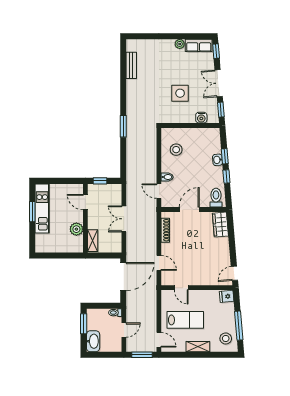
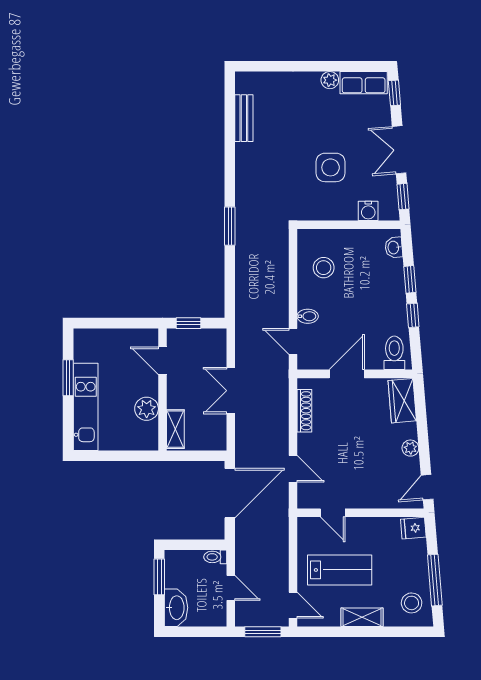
washbasin: (217, 160) -> (394, 247), moved
kitchen unit: (42, 208) -> (86, 407), moved
plant: (225, 251) -> (410, 448), added
door: (124, 330) -> (231, 588), hinge flipped

